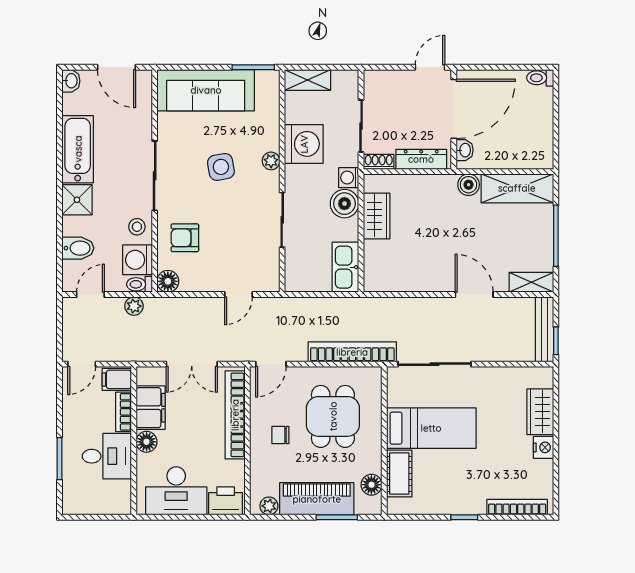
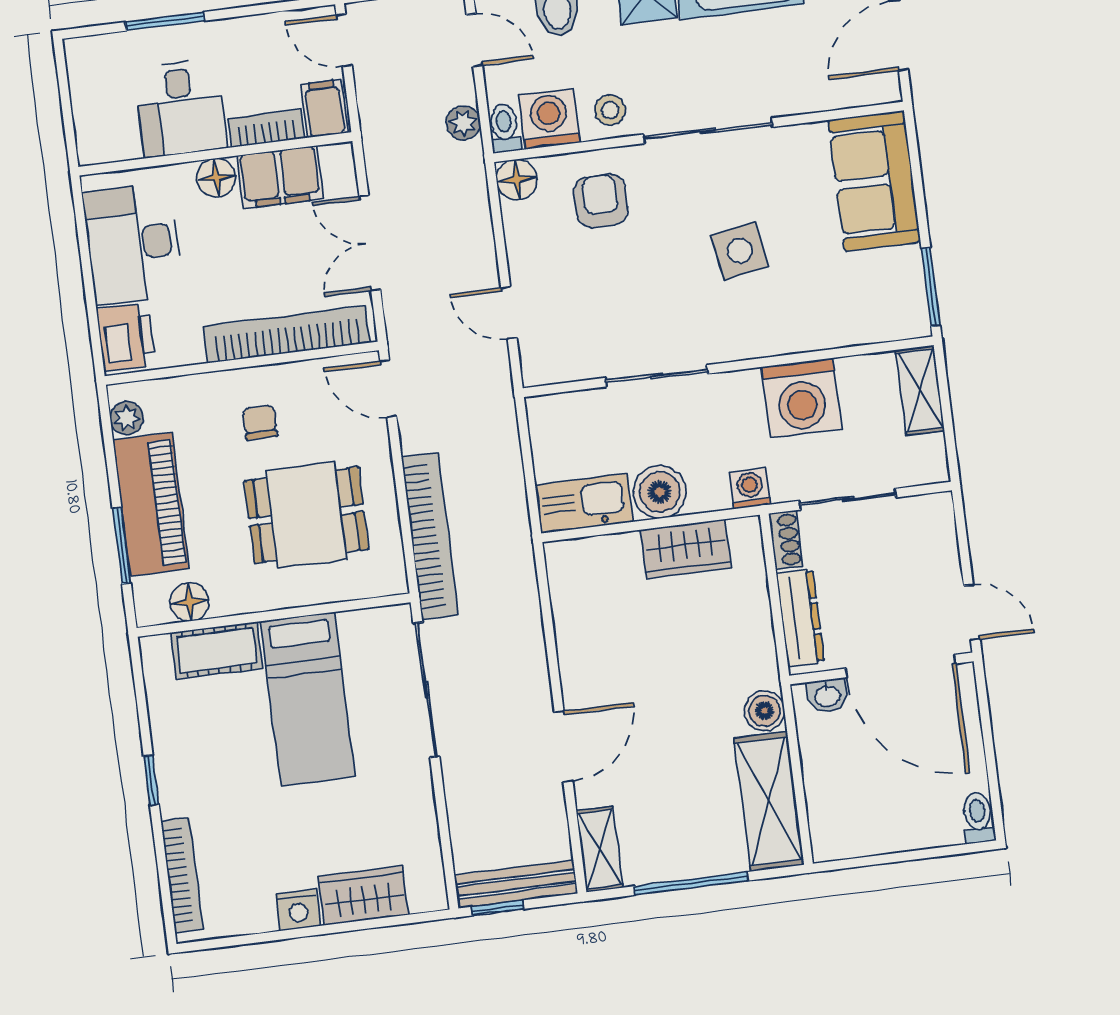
sofa: (206, 90) -> (874, 181), width x0.73
plant: (271, 161) -> (762, 342), removed
boiler: (344, 204) -> (660, 492), moved

